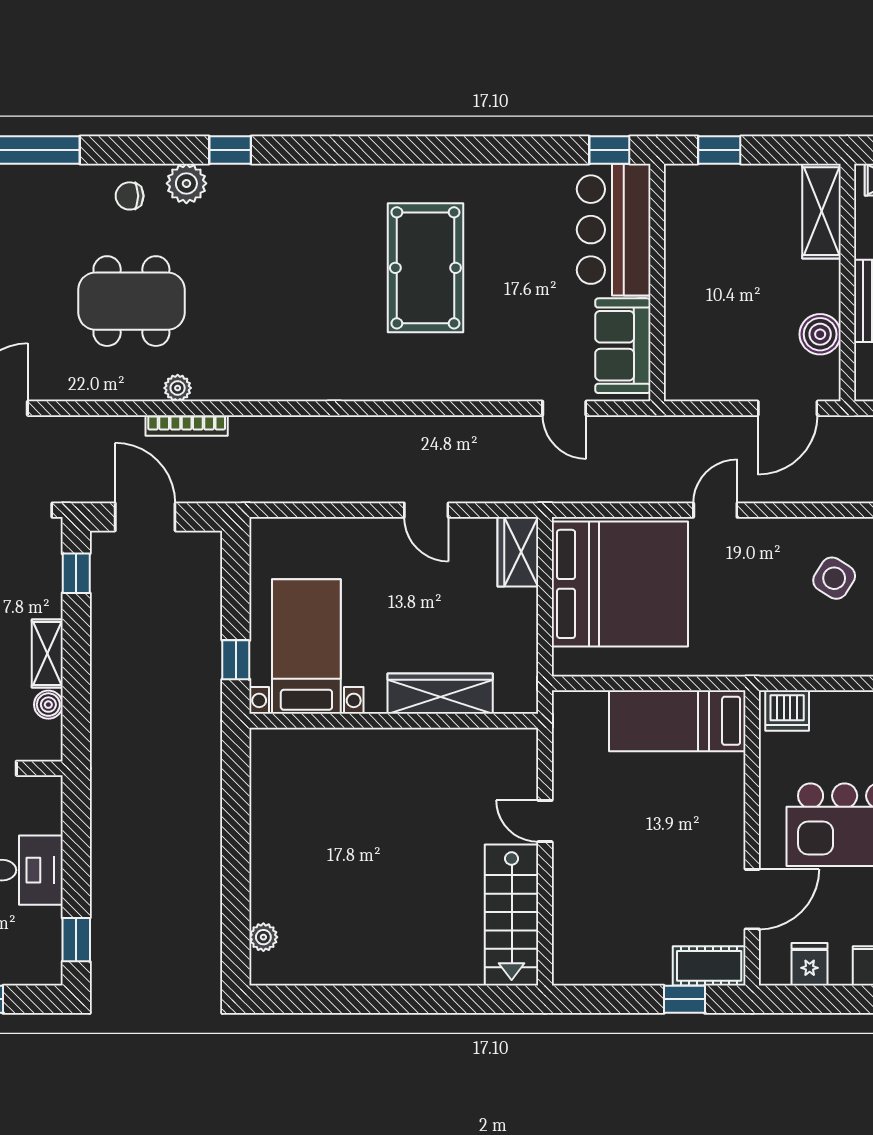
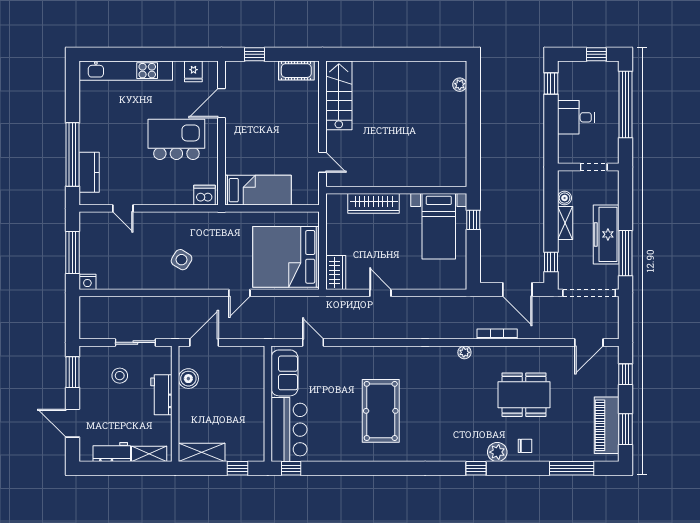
shelving: (821, 211) -> (202, 452), moved, turned 90
plant: (178, 388) -> (464, 352), moved
door: (545, 821) -> (322, 162), moved
cot: (709, 966) -> (296, 71), moved

